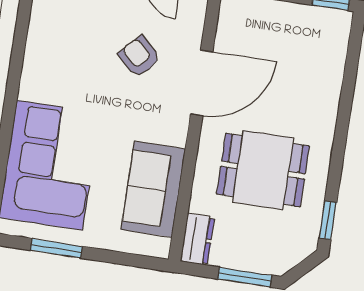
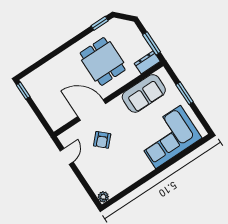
window: (56, 248) -> (185, 93), moved
window: (245, 277) -> (152, 43), moved

